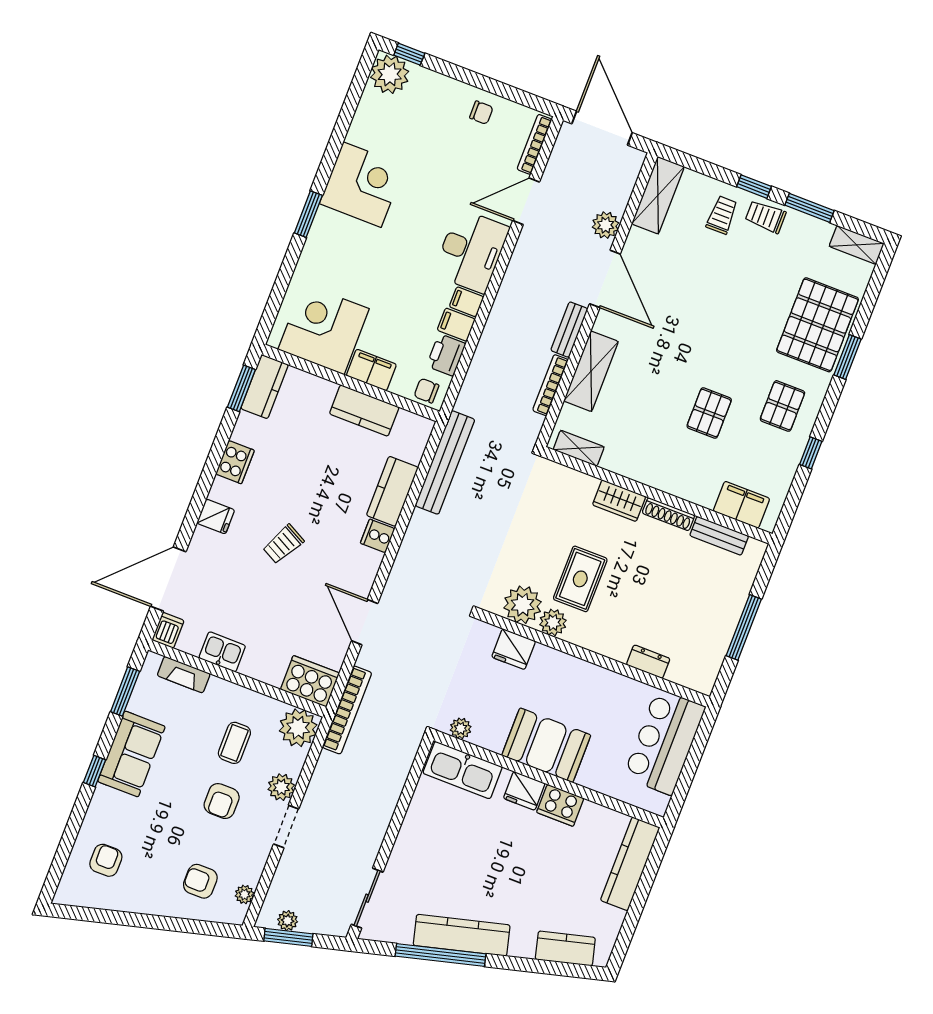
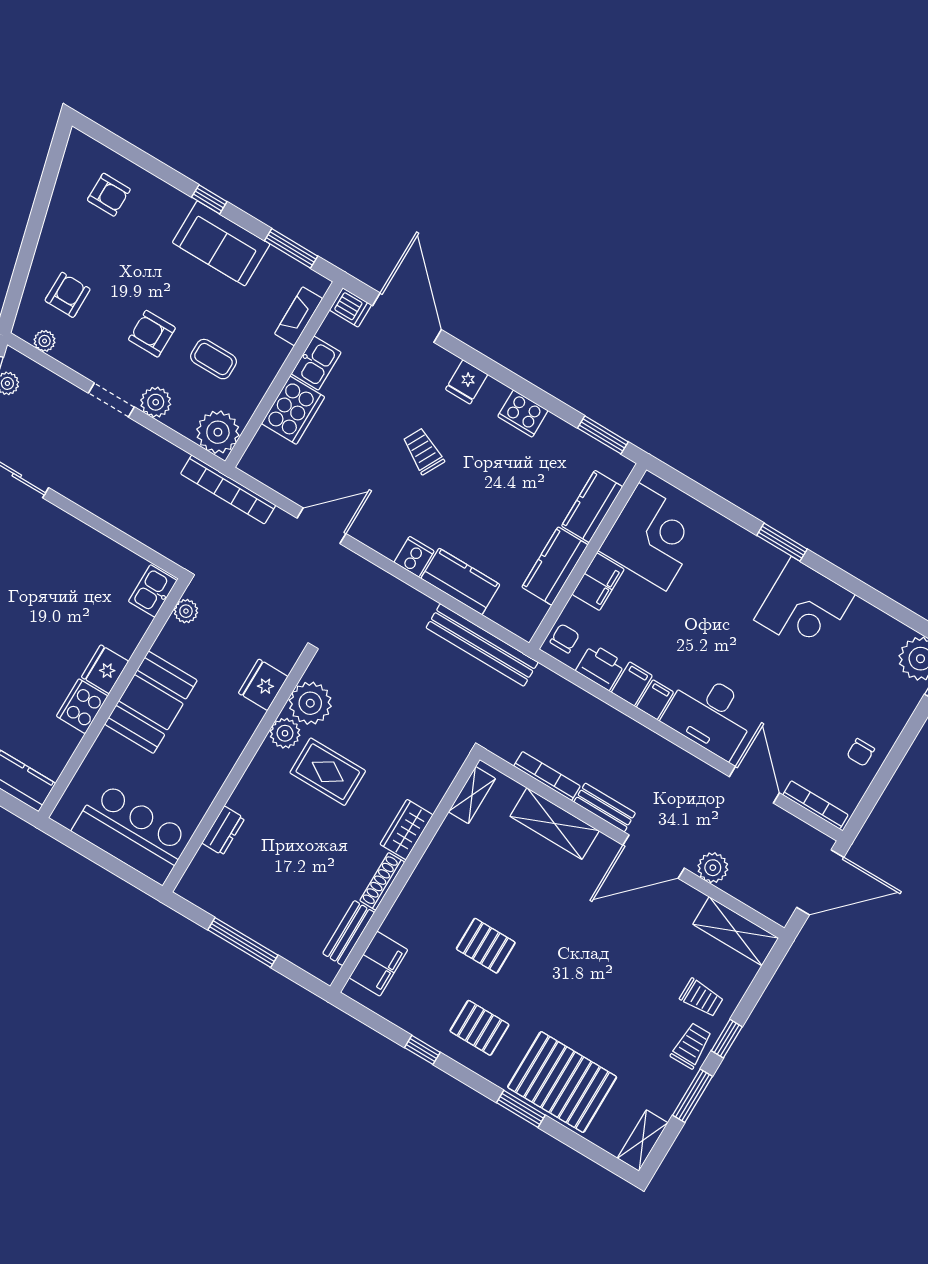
kitchen counter: (265, 387) -> (592, 506), moved, turned 90
cooker: (310, 681) -> (293, 410), moved
kitchen sink: (463, 770) -> (153, 591), width x0.53, depth x0.81

